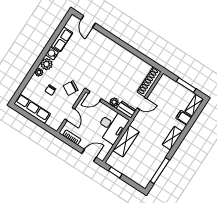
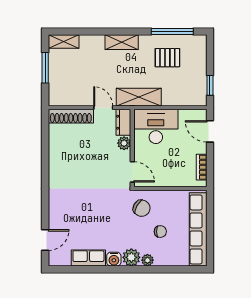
row of seats: (32, 109) -> (198, 229), width x1.36
door: (70, 114) -> (174, 188), removed
filing cabinet: (184, 118) -> (87, 44), removed
shelving: (126, 141) -> (139, 97), moved
pallet: (147, 158) -> (167, 58), added

